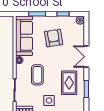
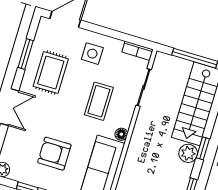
armchair: (54, 38) -> (54, 154), turned 99

